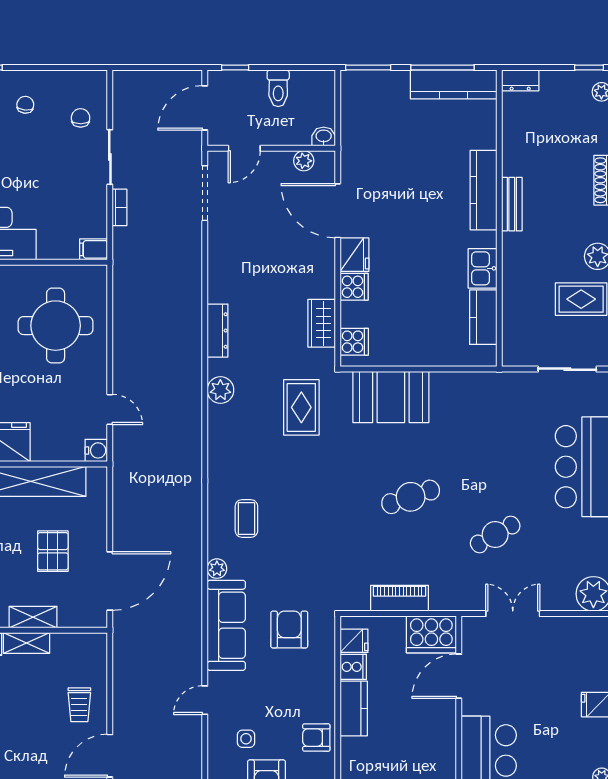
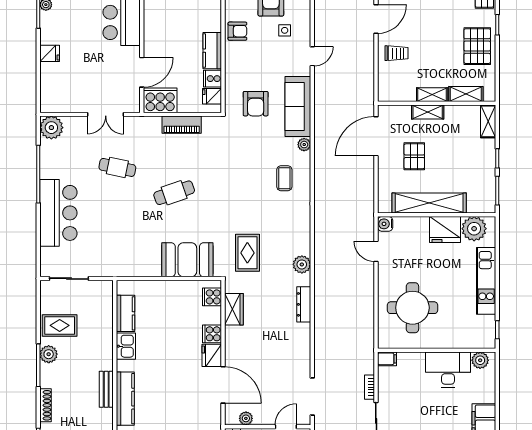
cafe table: (495, 535) -> (117, 167), turned 42
trolley: (79, 705) -> (397, 53), turned 90

